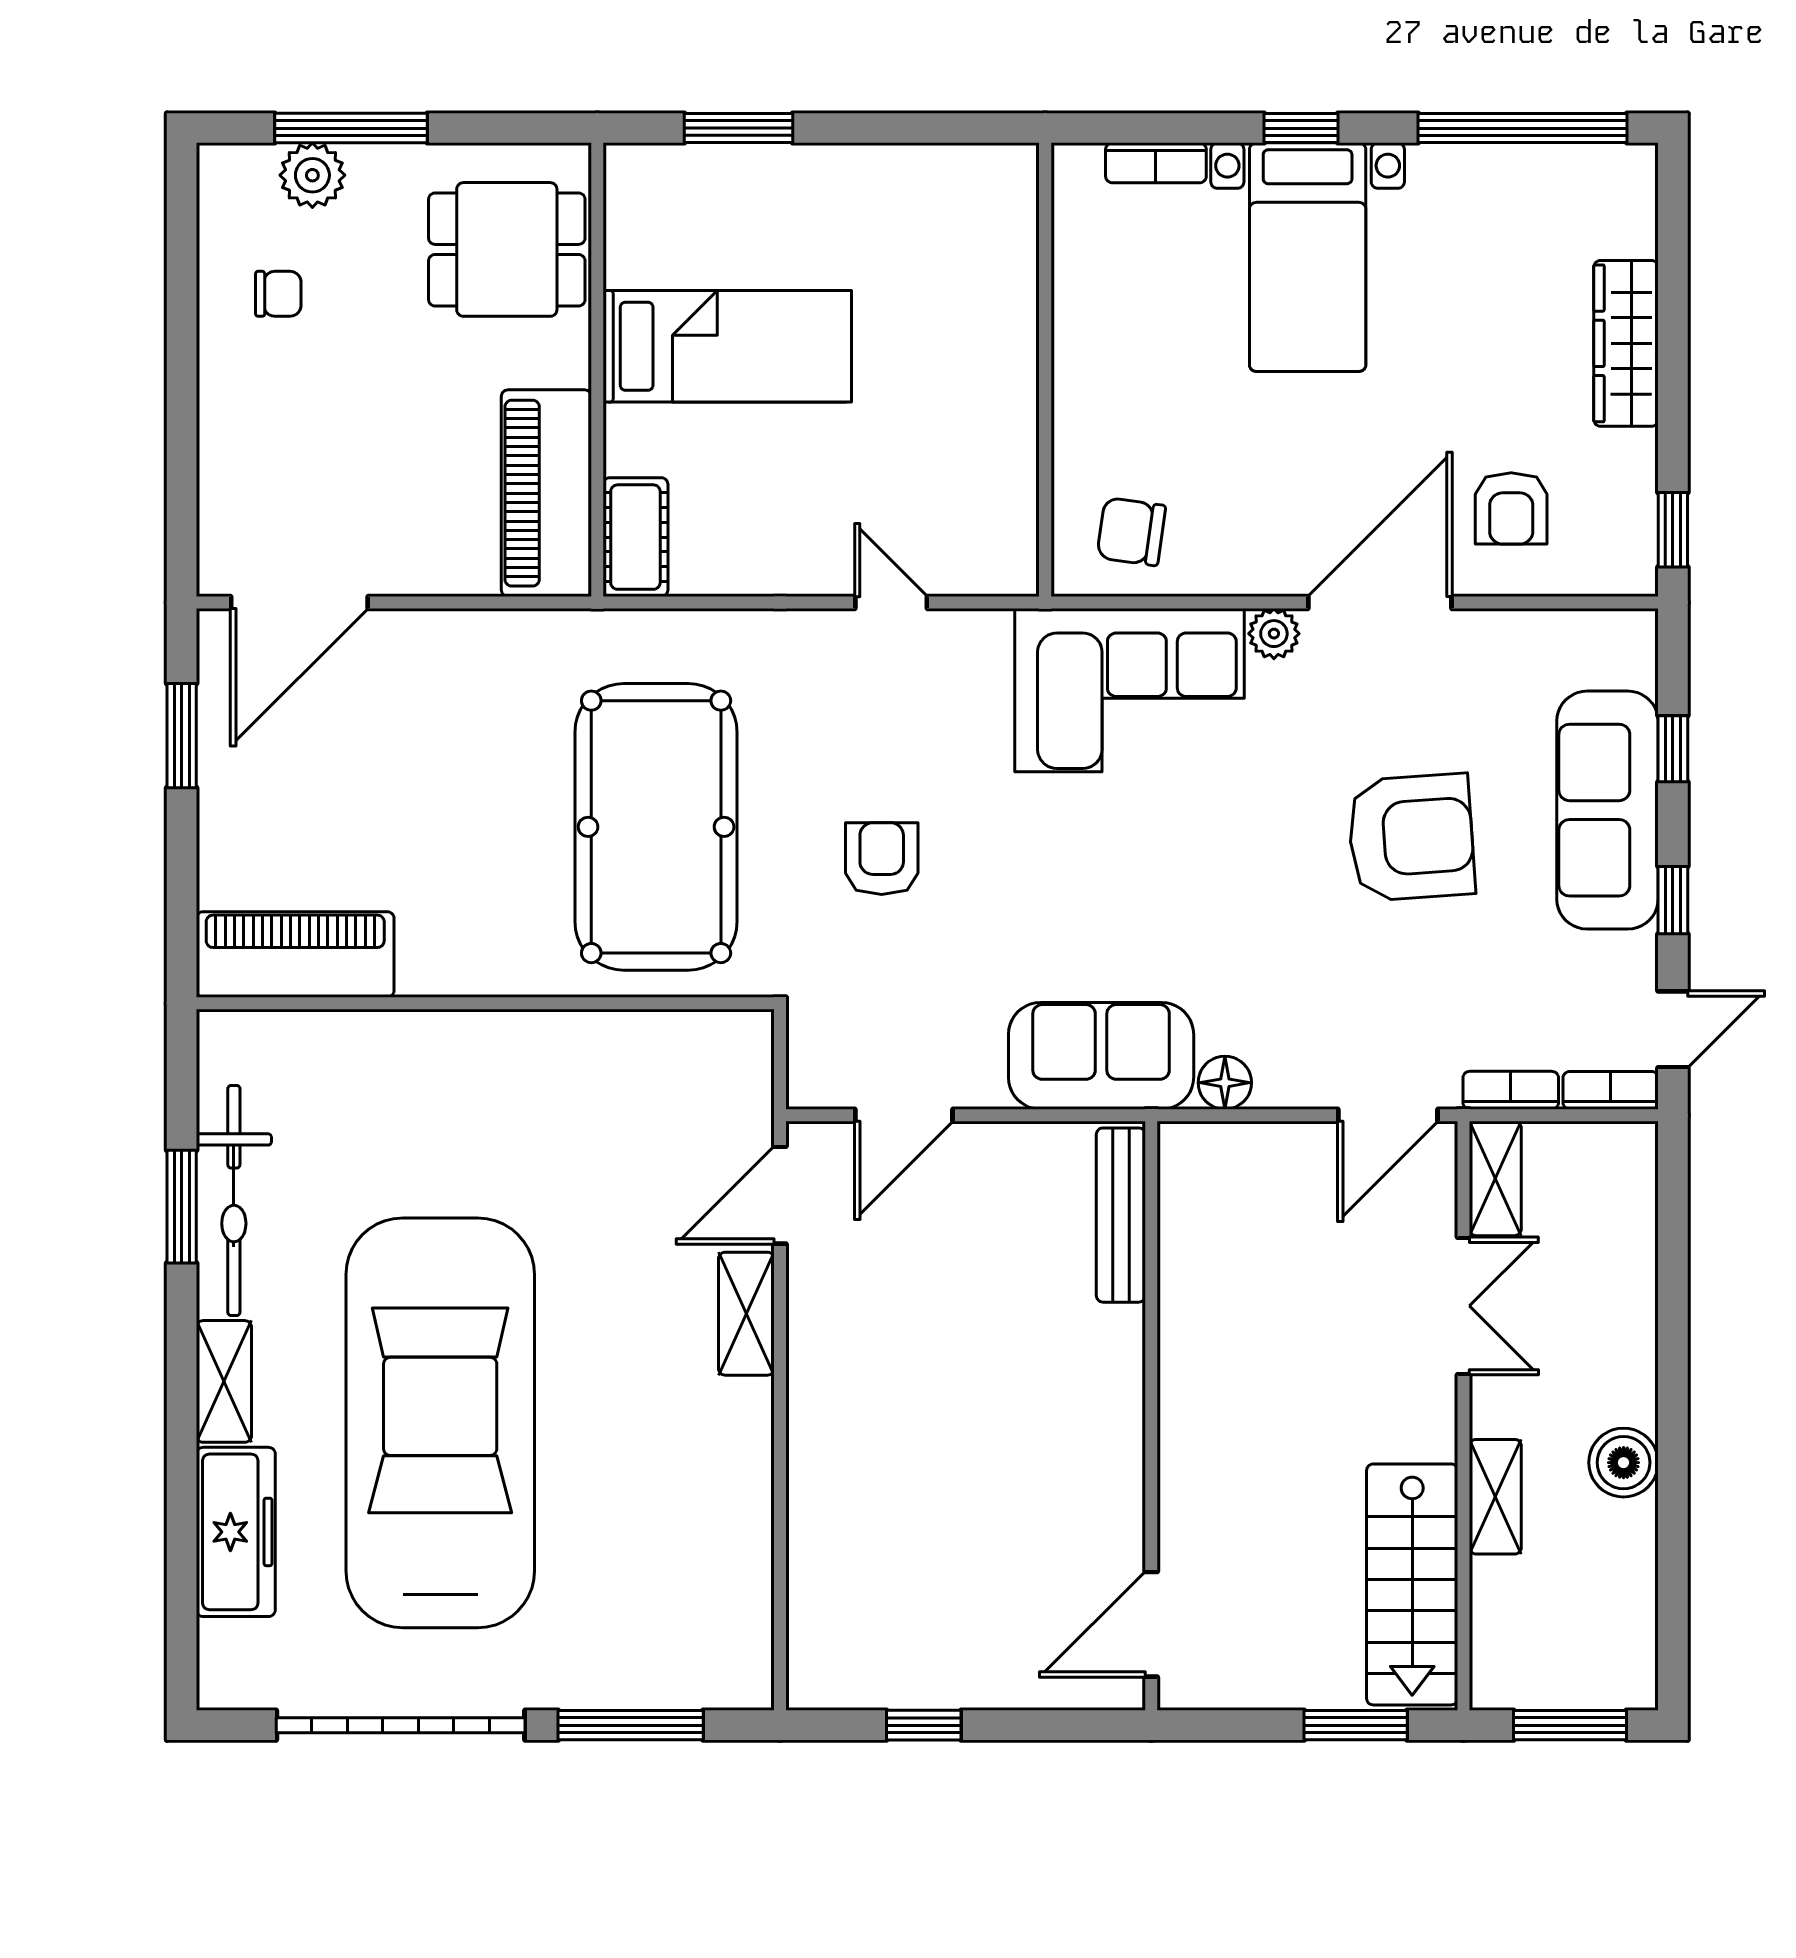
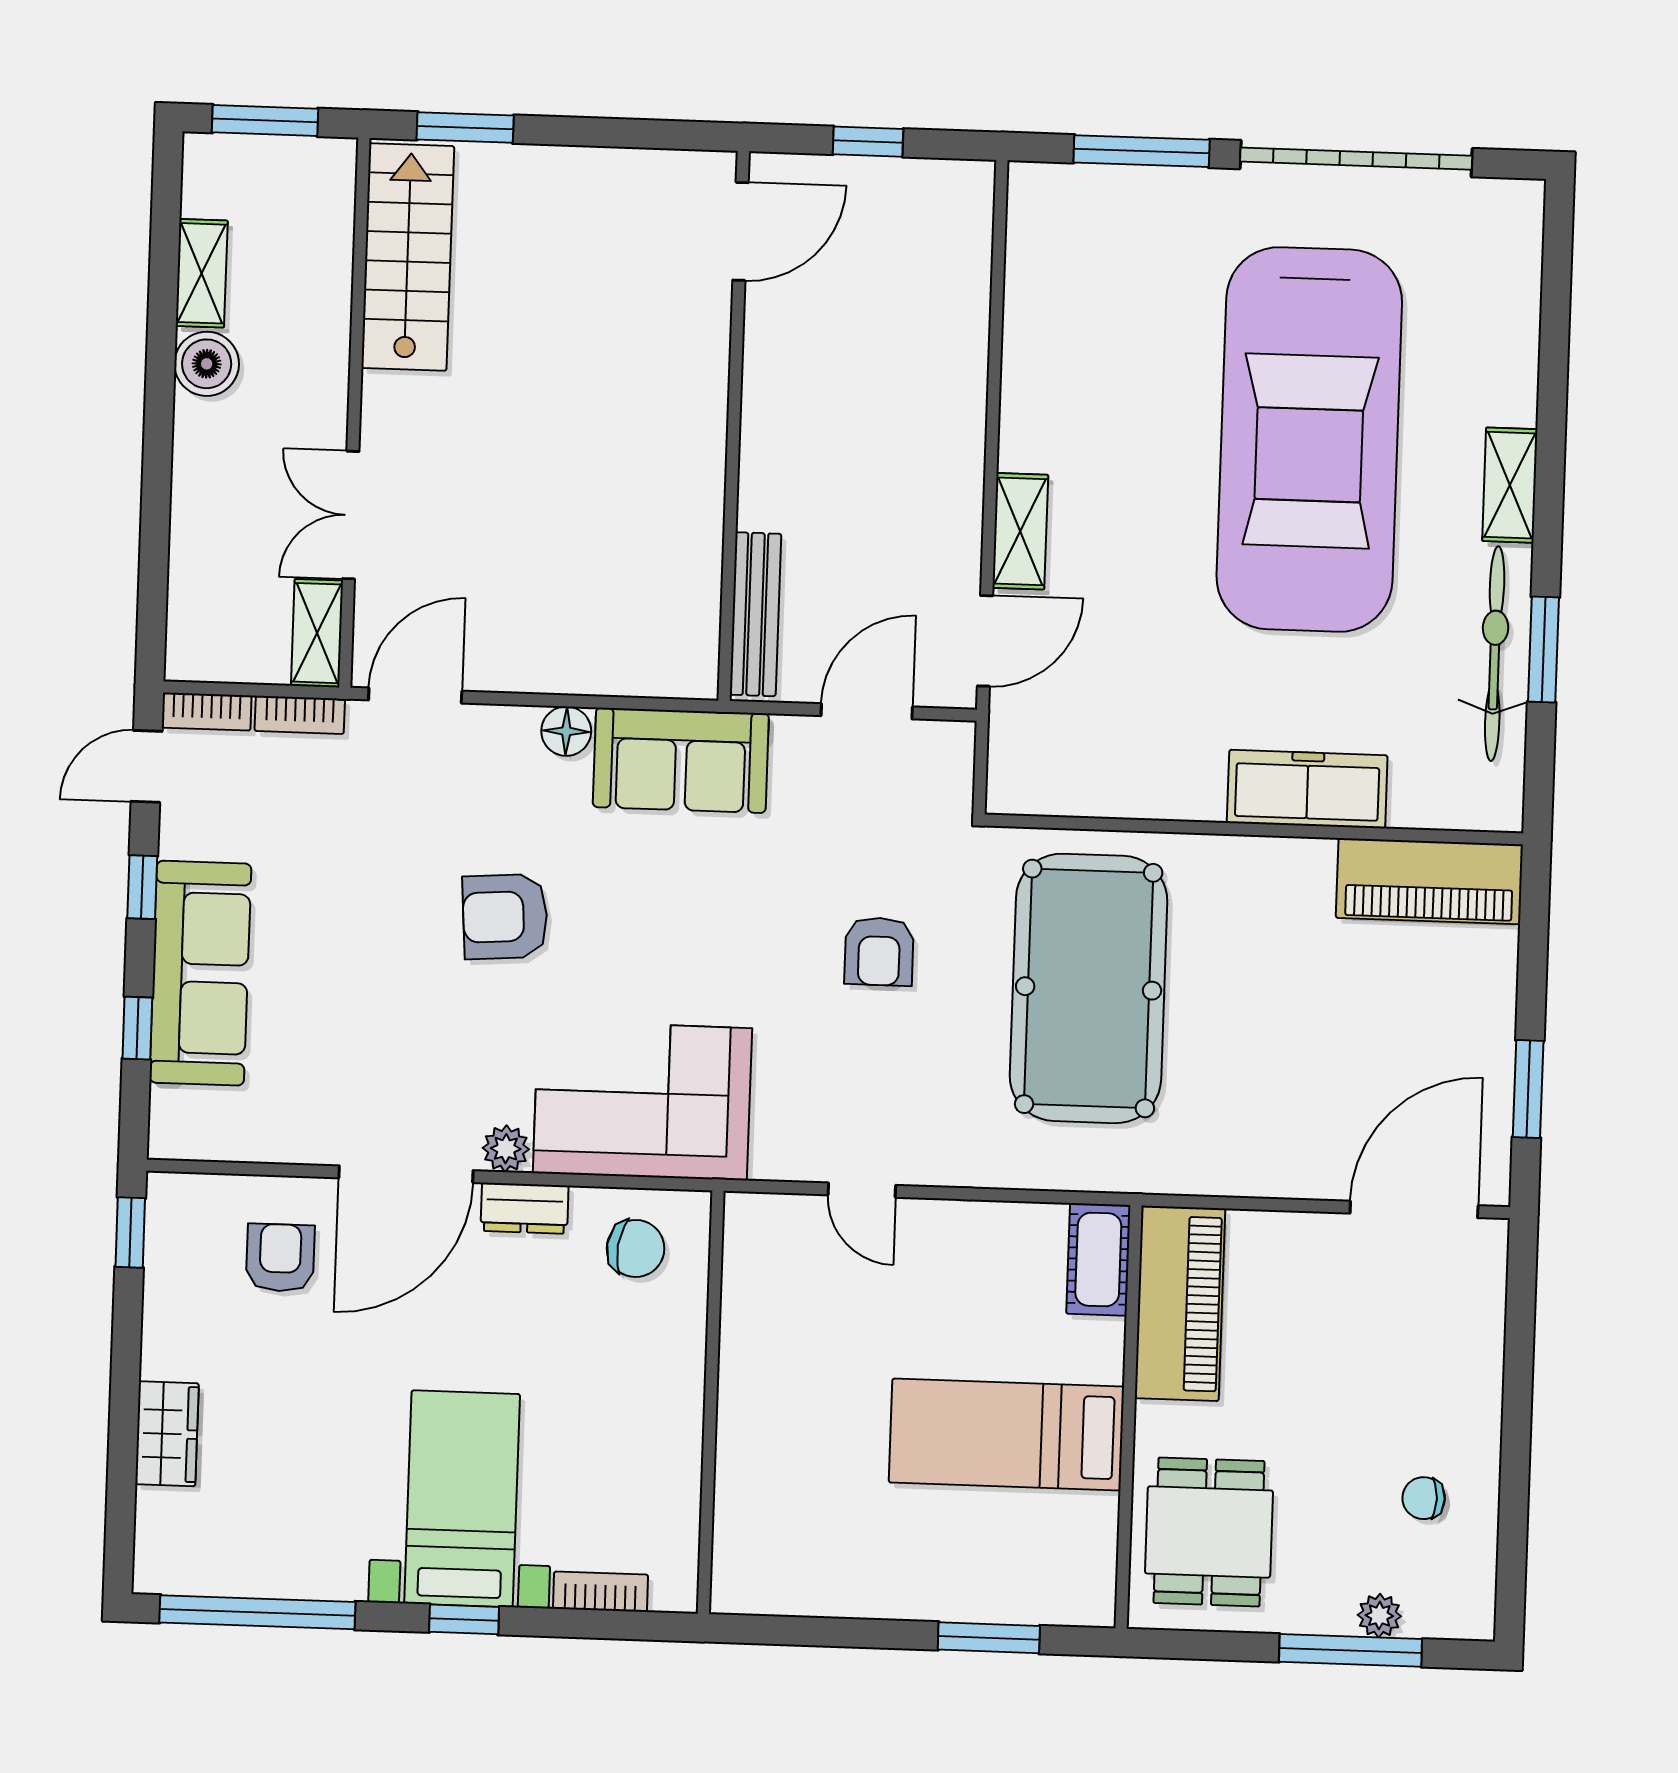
plant: (312, 175) -> (1379, 1616), width x0.73, depth x0.73
dining table: (507, 249) -> (1209, 1532), turned 90
wardrobe: (1626, 343) -> (167, 1434), width x0.67
dresser: (1252, 571) -> (525, 1208), added
armchair: (1411, 837) -> (505, 917), moved, width x0.73, depth x0.73
bench: (1121, 1215) -> (755, 614), moved
wall: (1151, 1416) -> (734, 426), moved
shelving: (1495, 1497) -> (202, 273), moved
freezer: (236, 1532) -> (1307, 789), moved, turned 90
door: (1151, 1624) -> (741, 231), moved

